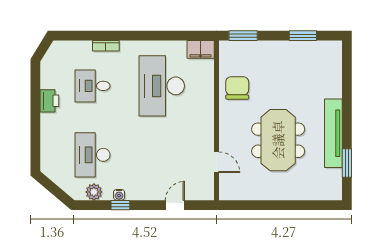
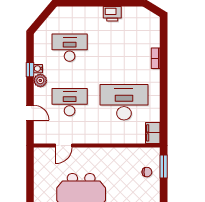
desk: (92, 86) -> (70, 102), moved, width x1.37
chair: (237, 88) -> (147, 172), moved, width x0.54, depth x0.54
plant: (94, 192) -> (40, 80), moved

